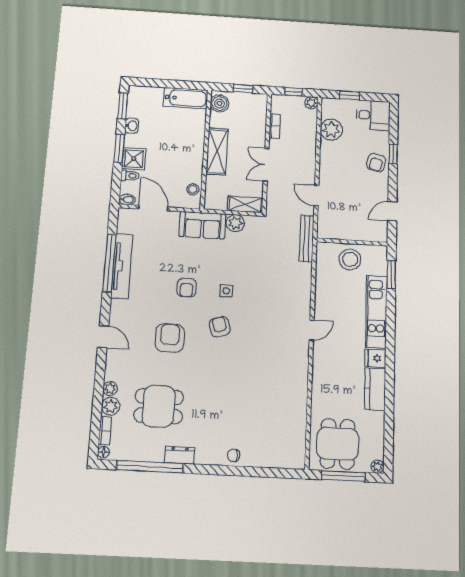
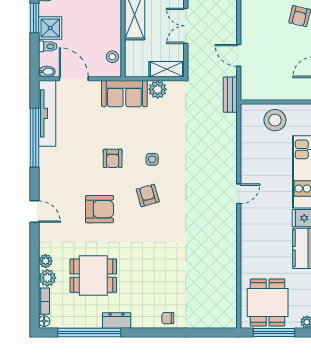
bench: (307, 238) -> (230, 95), width x0.73
tv unit: (122, 266) -> (47, 113), moved
armchair: (170, 338) -> (100, 209), turned 90

